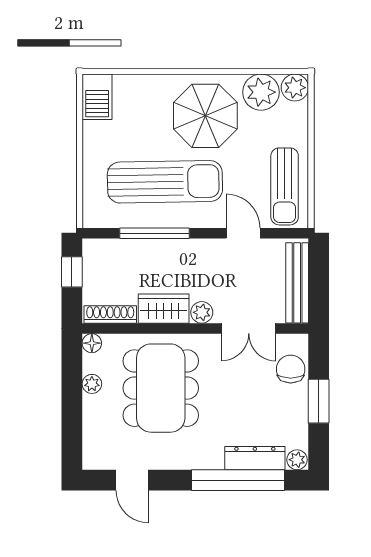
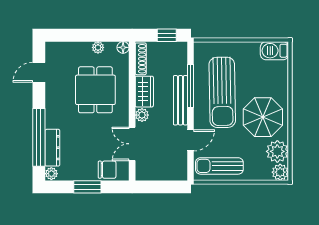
bench: (297, 283) -> (180, 100), moved, turned 90
dining table: (161, 388) -> (95, 90), width x0.73

